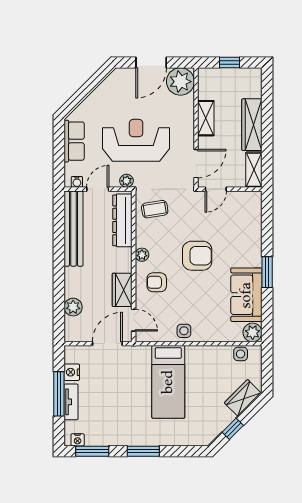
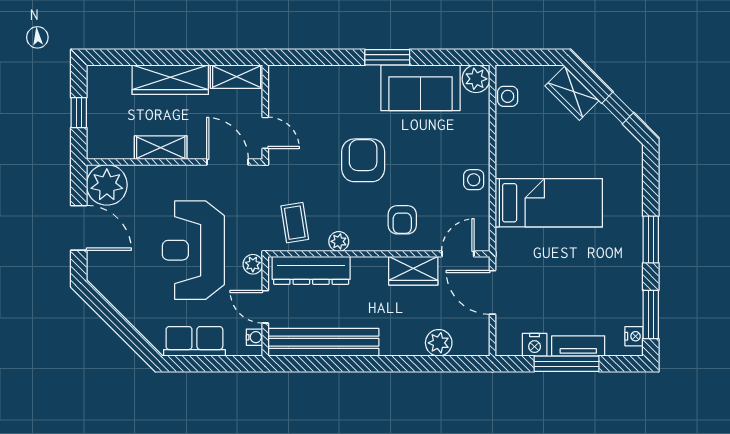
plant: (142, 255) -> (339, 241), moved

